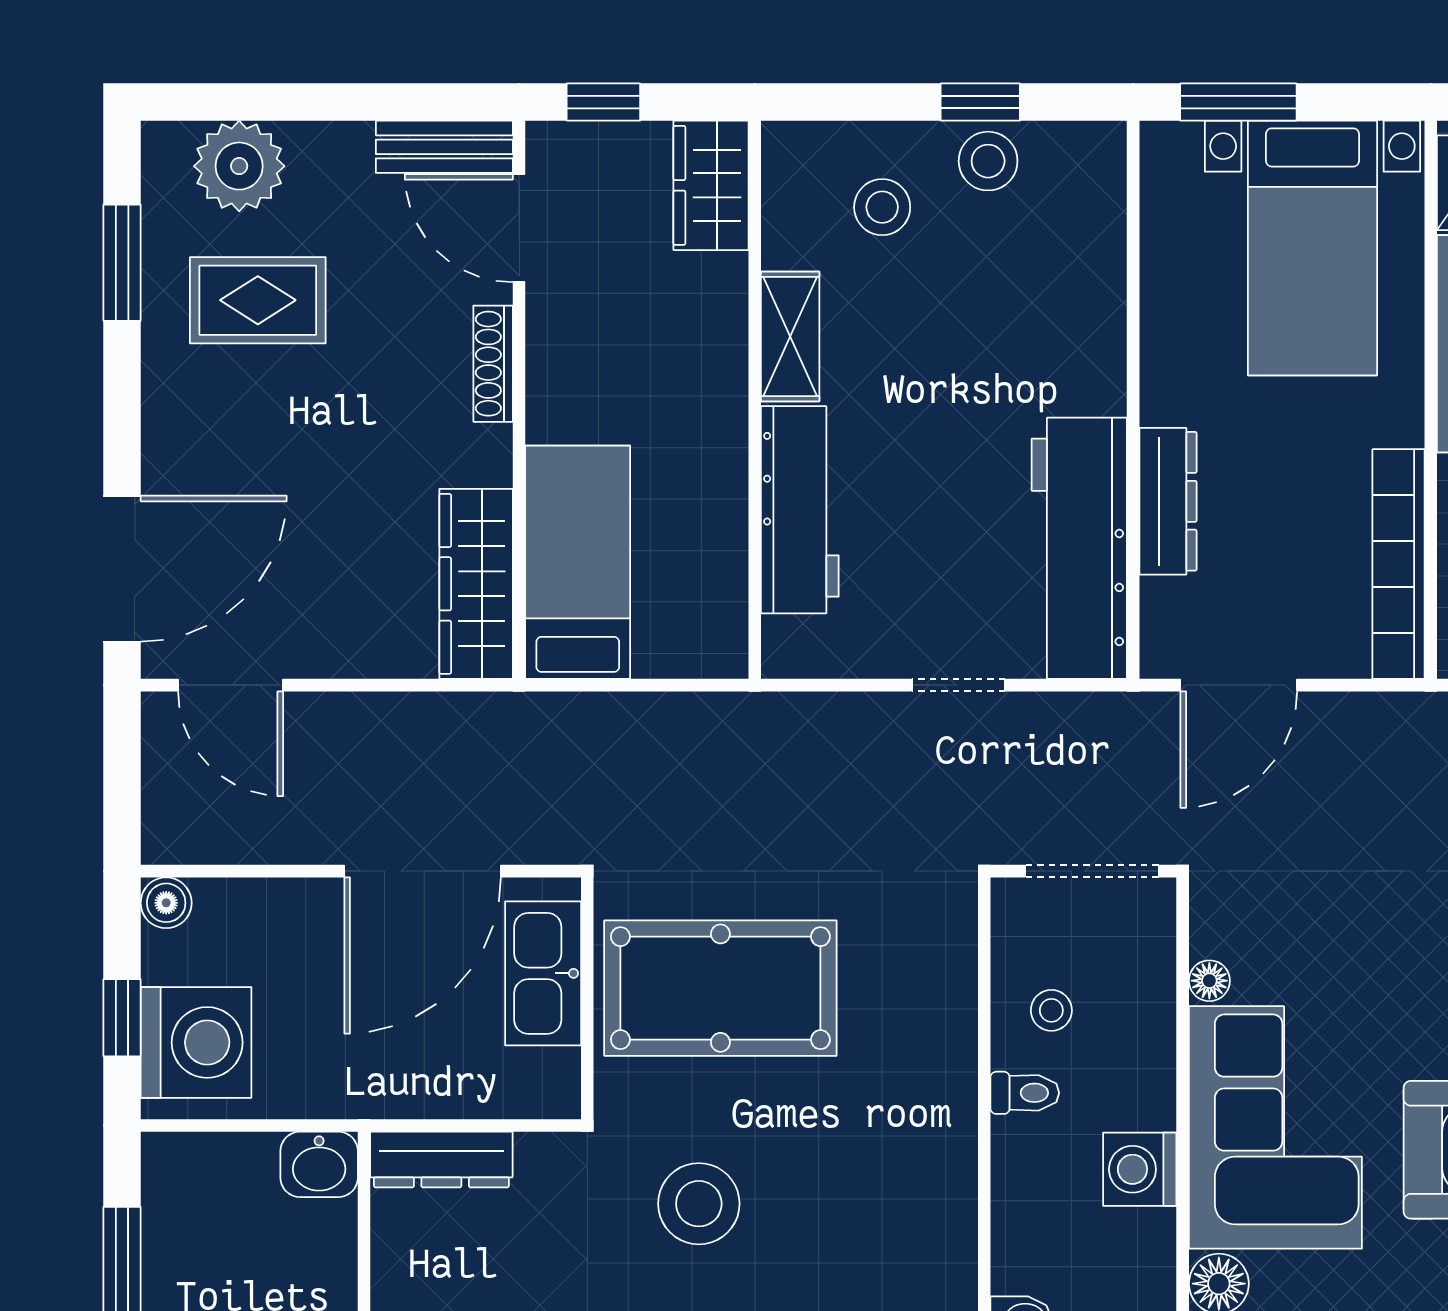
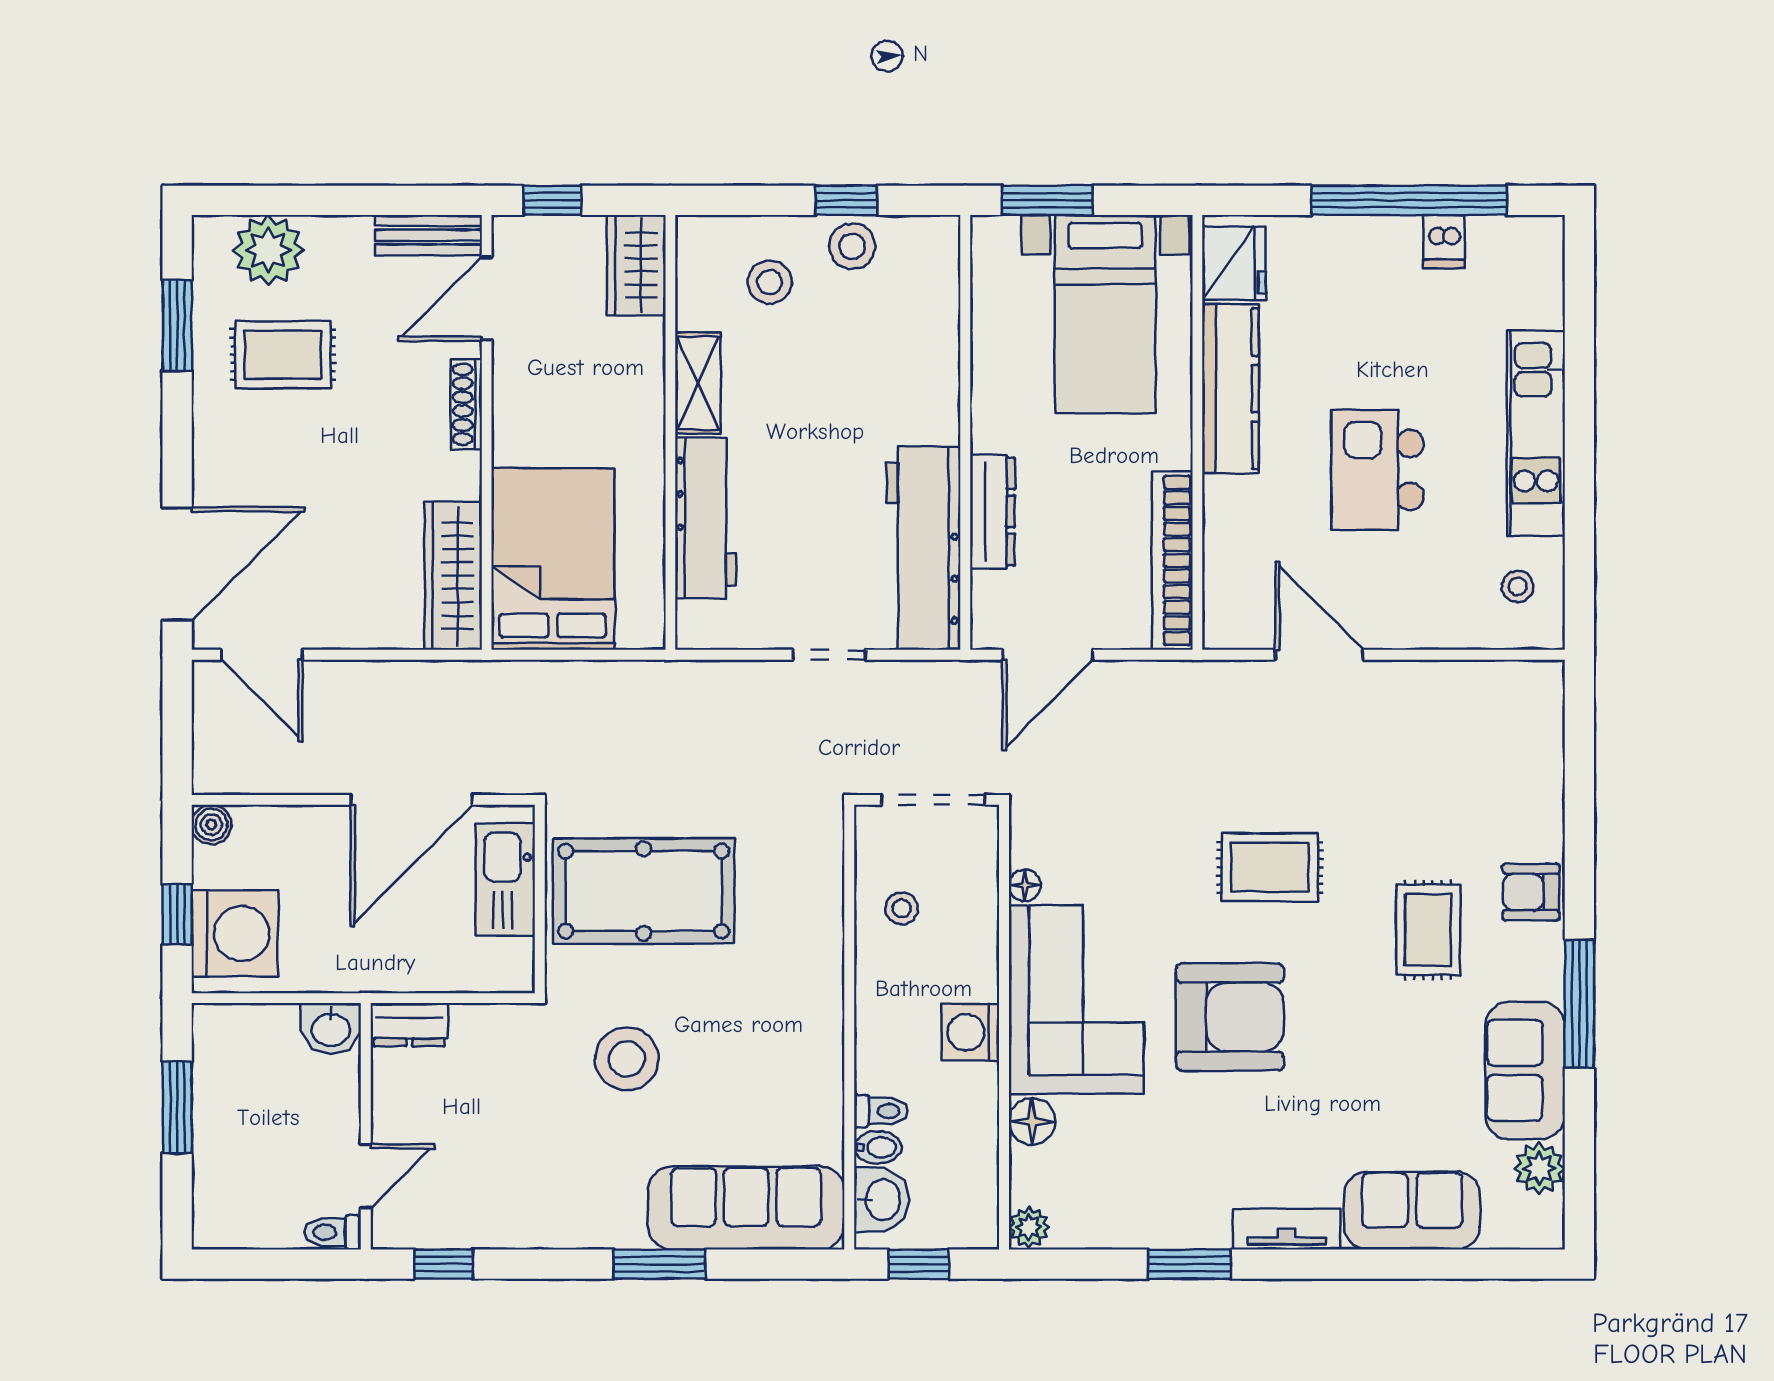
door: (519, 228) -> (487, 299), hinge flipped
bed: (578, 562) -> (553, 559), width x1.50
toilet: (1025, 1093) -> (881, 1111), moved
dresser: (441, 1160) -> (409, 1025), width x0.70

